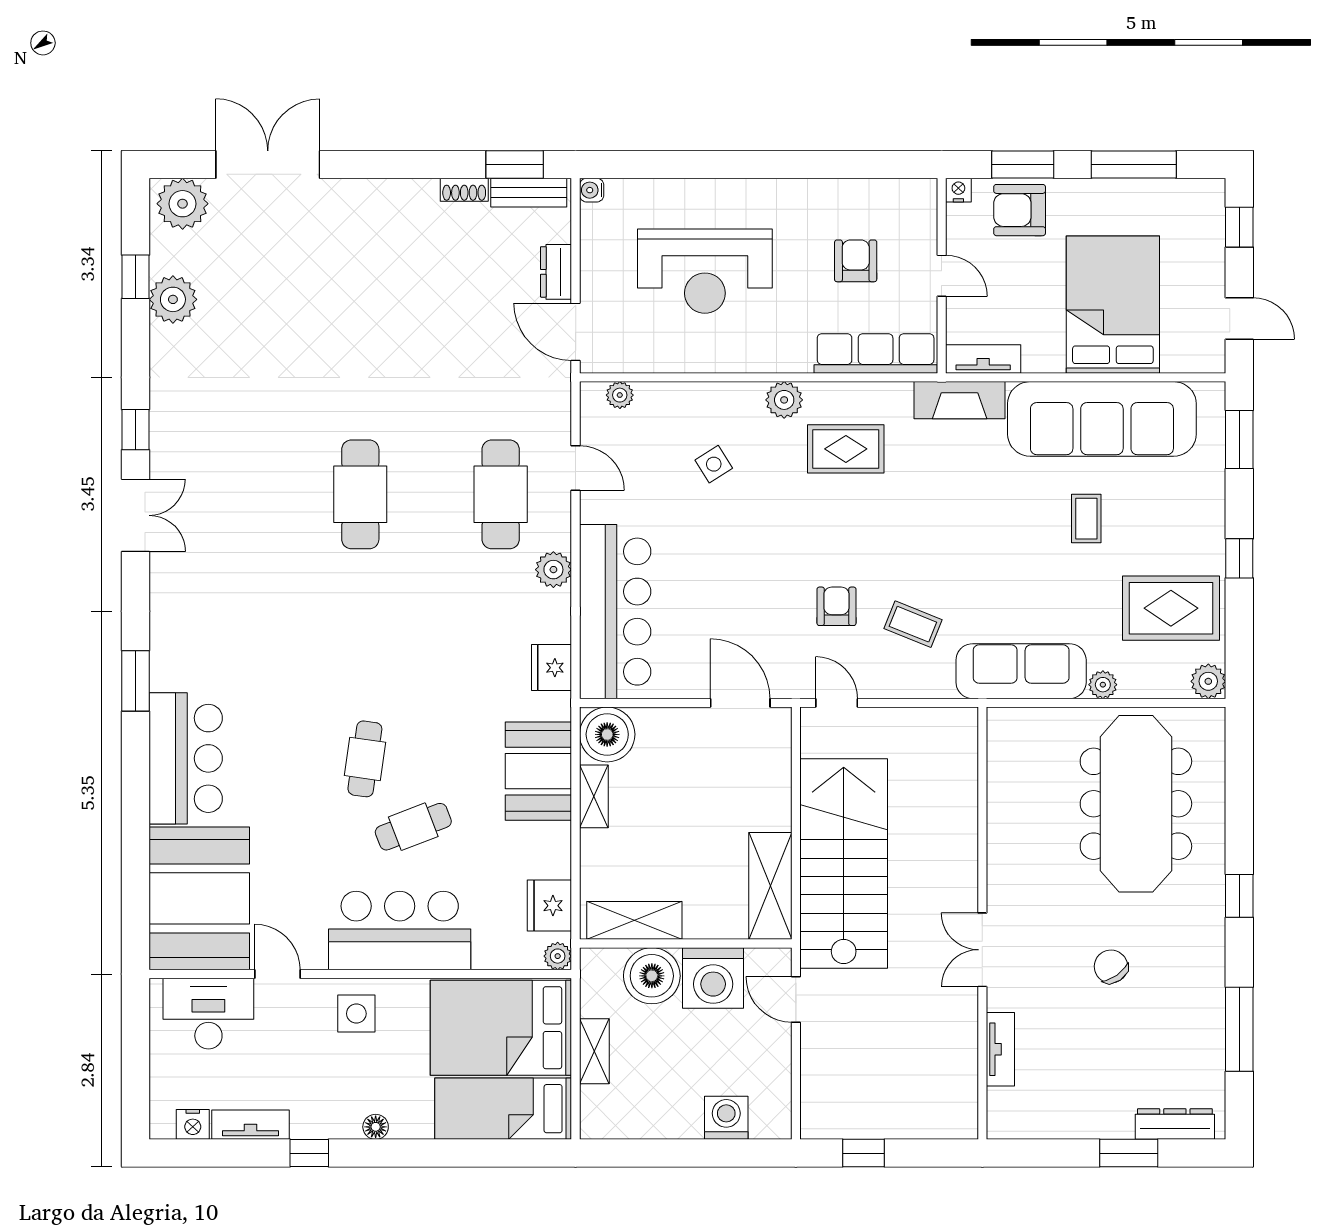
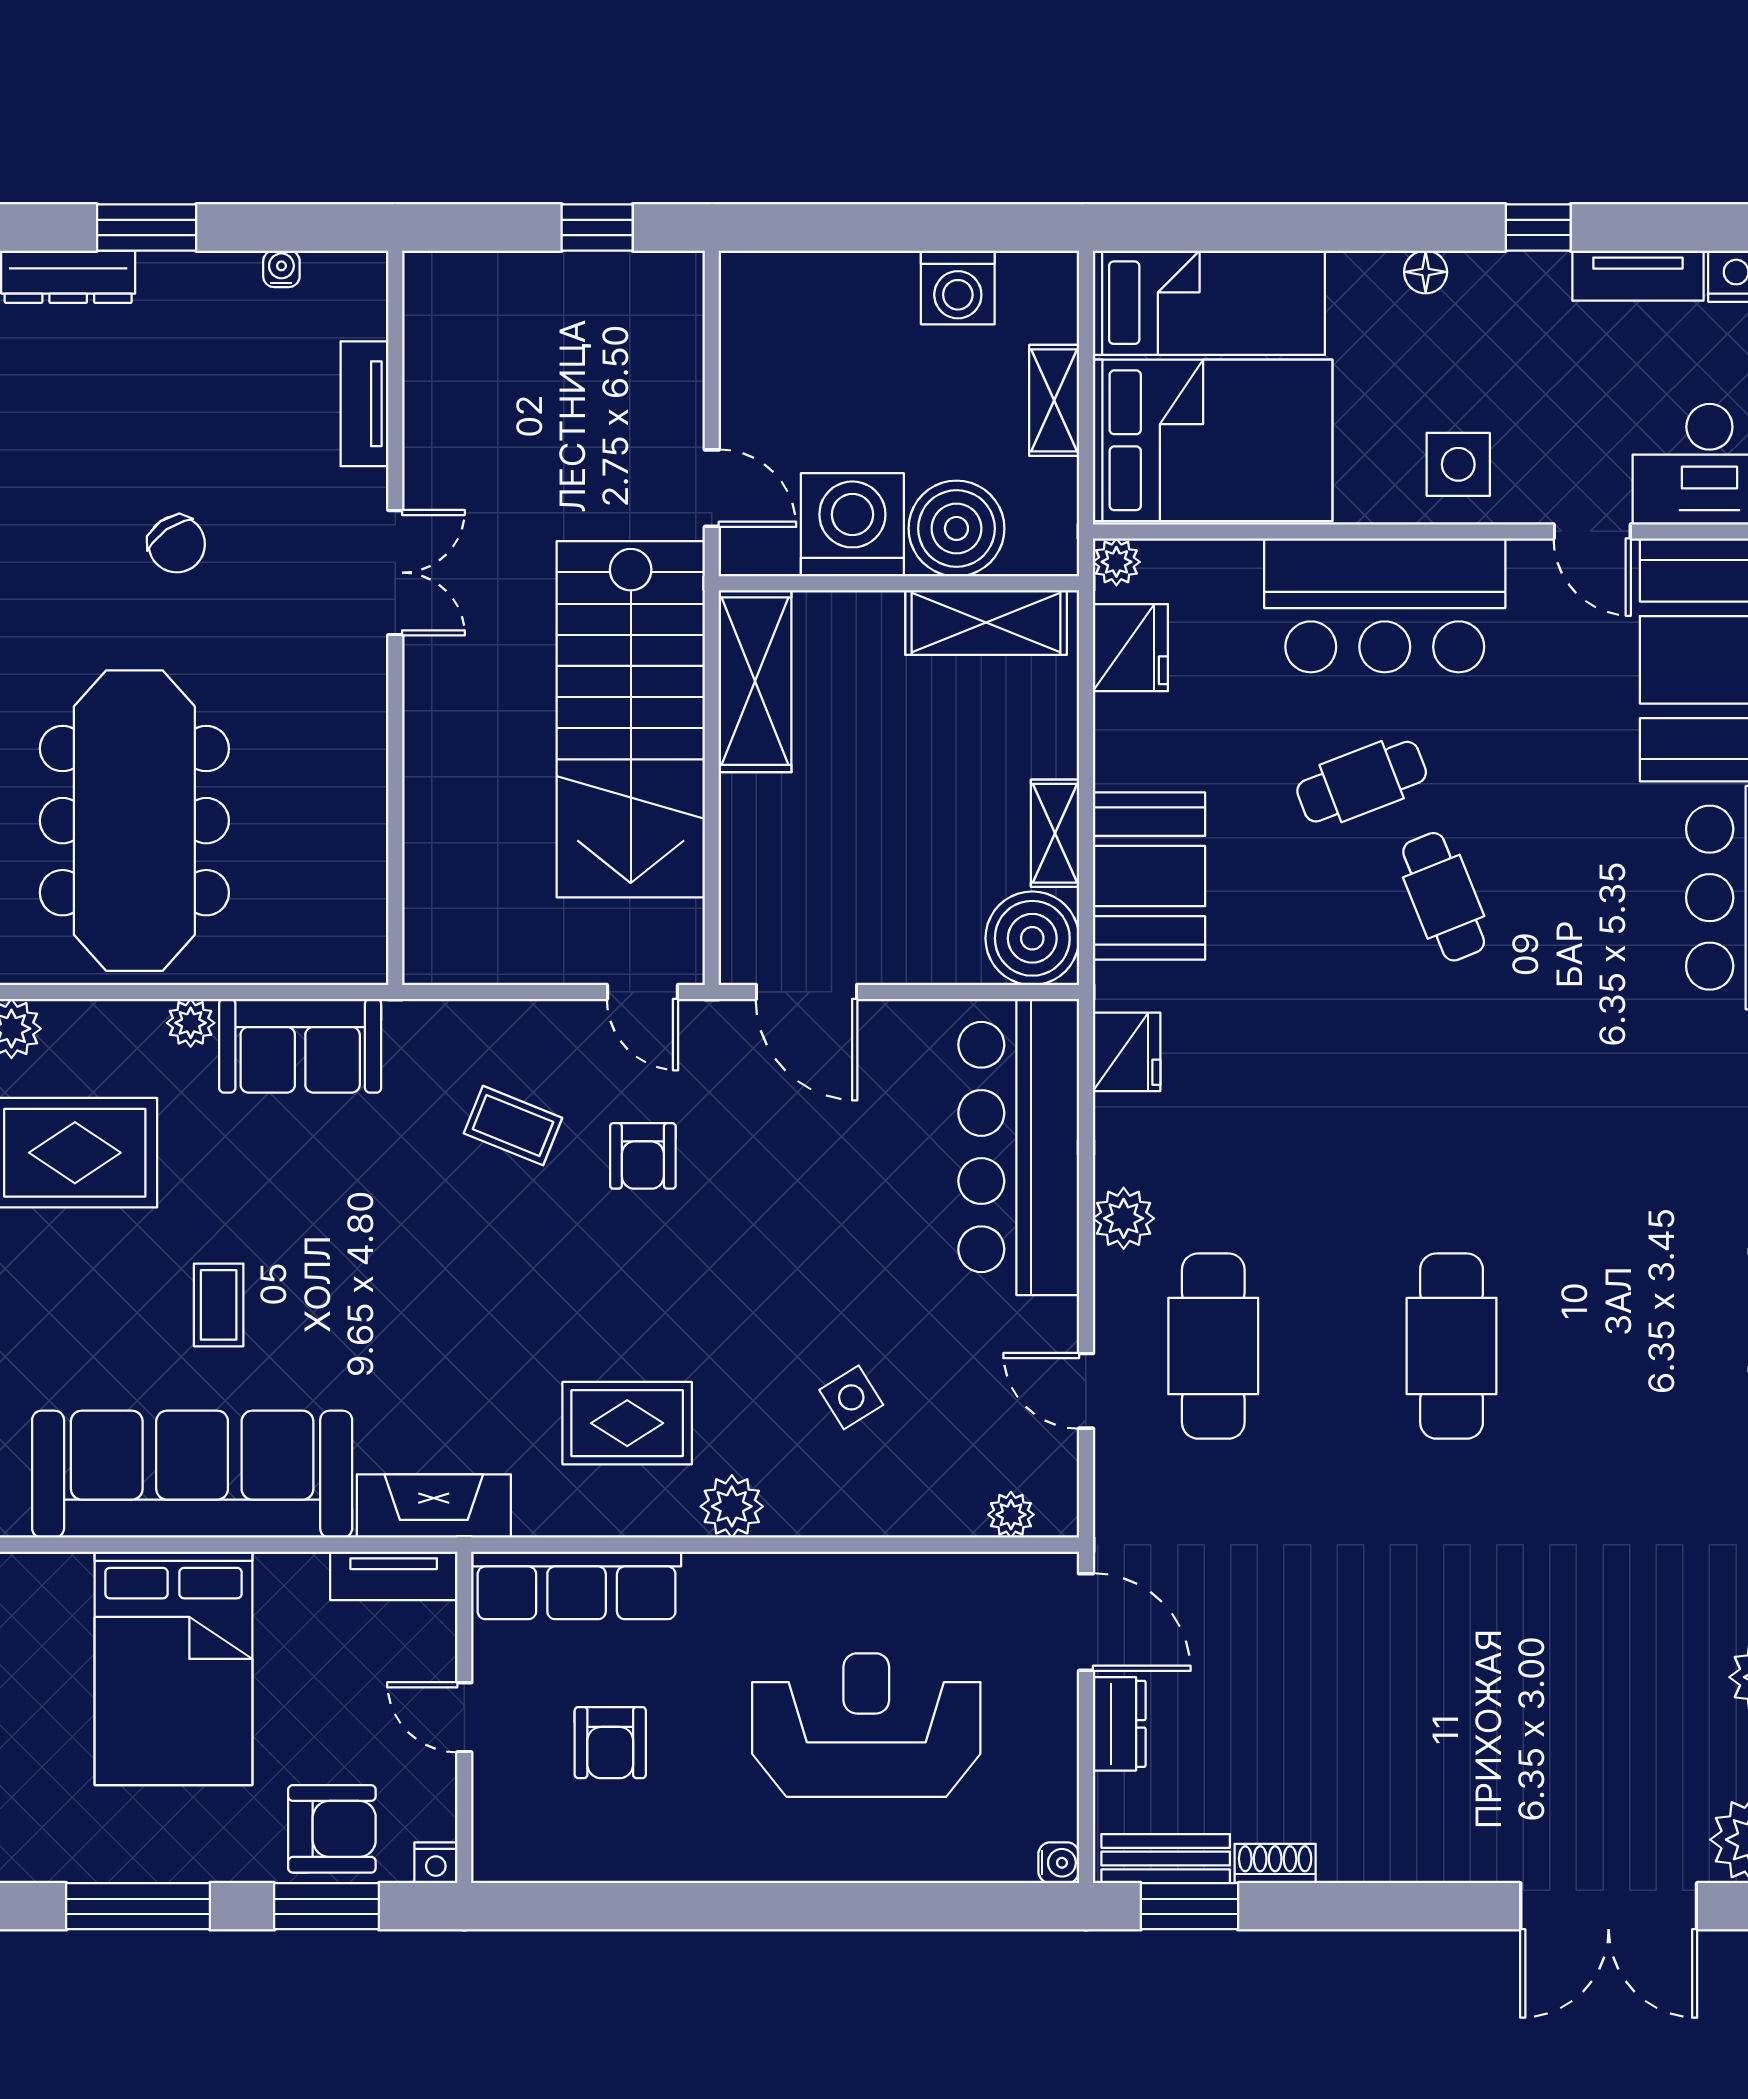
sofa: (1021, 671) -> (300, 1046), width x0.73
cafe table: (365, 759) -> (1444, 897), turned -30
washing machine: (726, 1118) -> (958, 287), moved
water cooler: (1049, 1129) -> (281, 269), added

